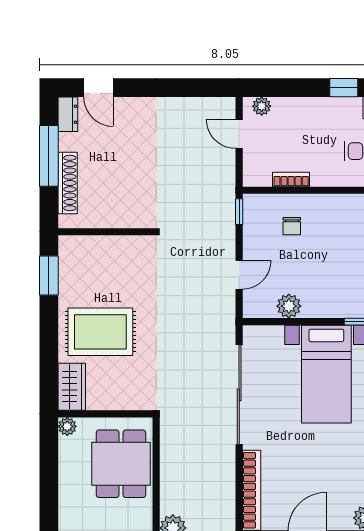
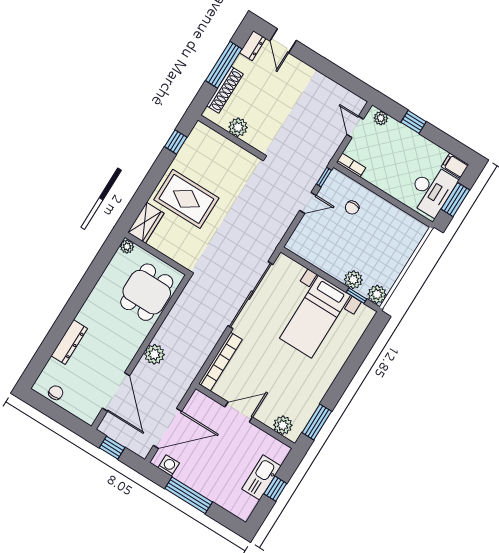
window: (344, 88) -> (414, 122), moved
bookcase: (291, 179) -> (351, 165), moved
plant: (108, 216) -> (238, 127), added
door: (239, 275) -> (308, 203), moved
window: (49, 276) -> (176, 142), width x0.67
plant: (289, 306) -> (353, 280), moved

